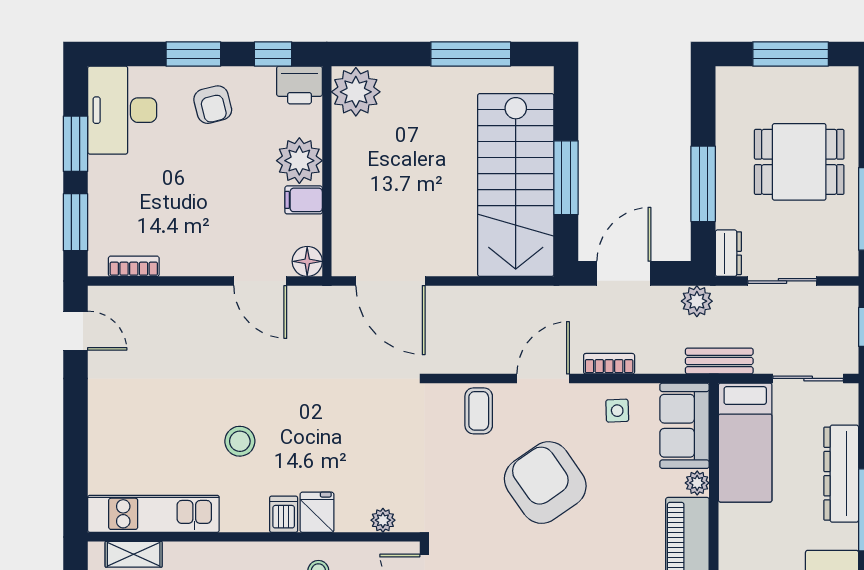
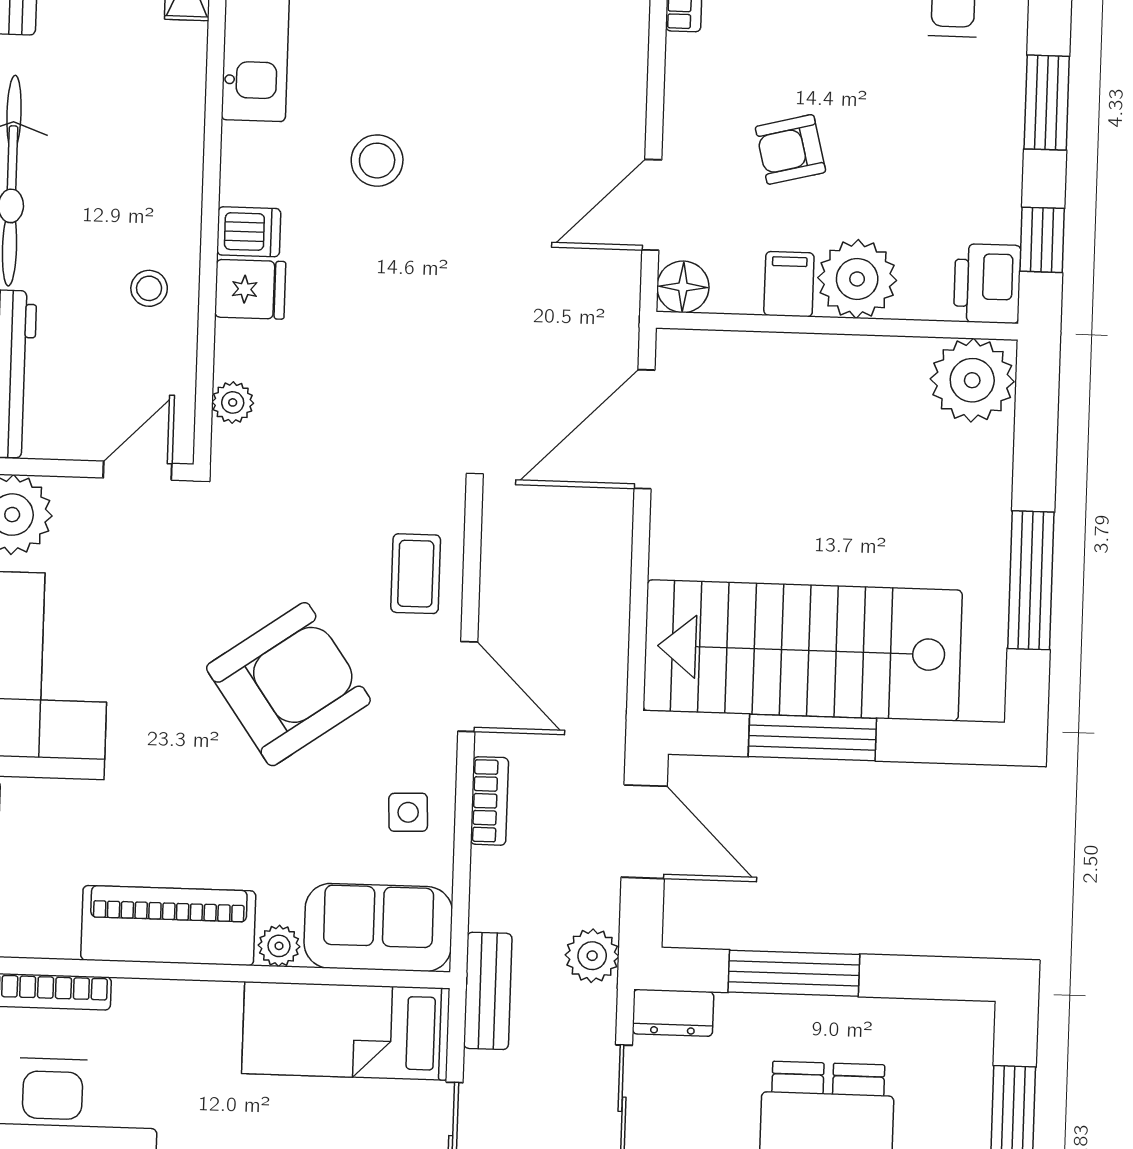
armchair: (213, 105) -> (790, 149), moved
coffee table: (479, 411) -> (416, 574), turned 90

